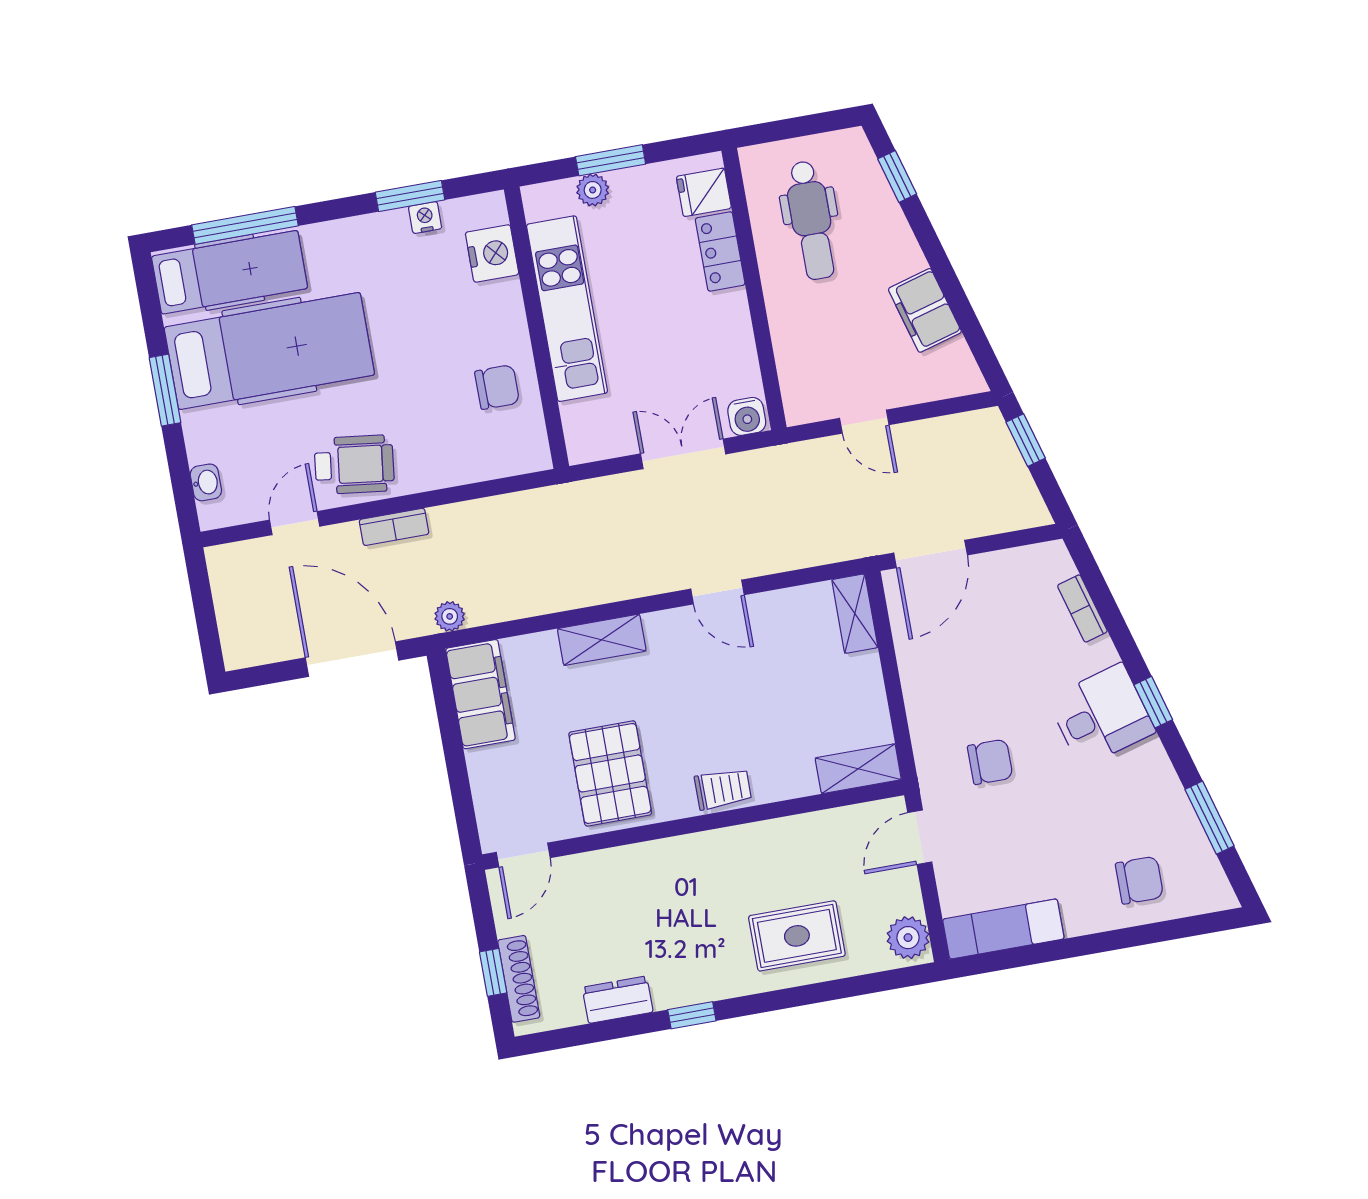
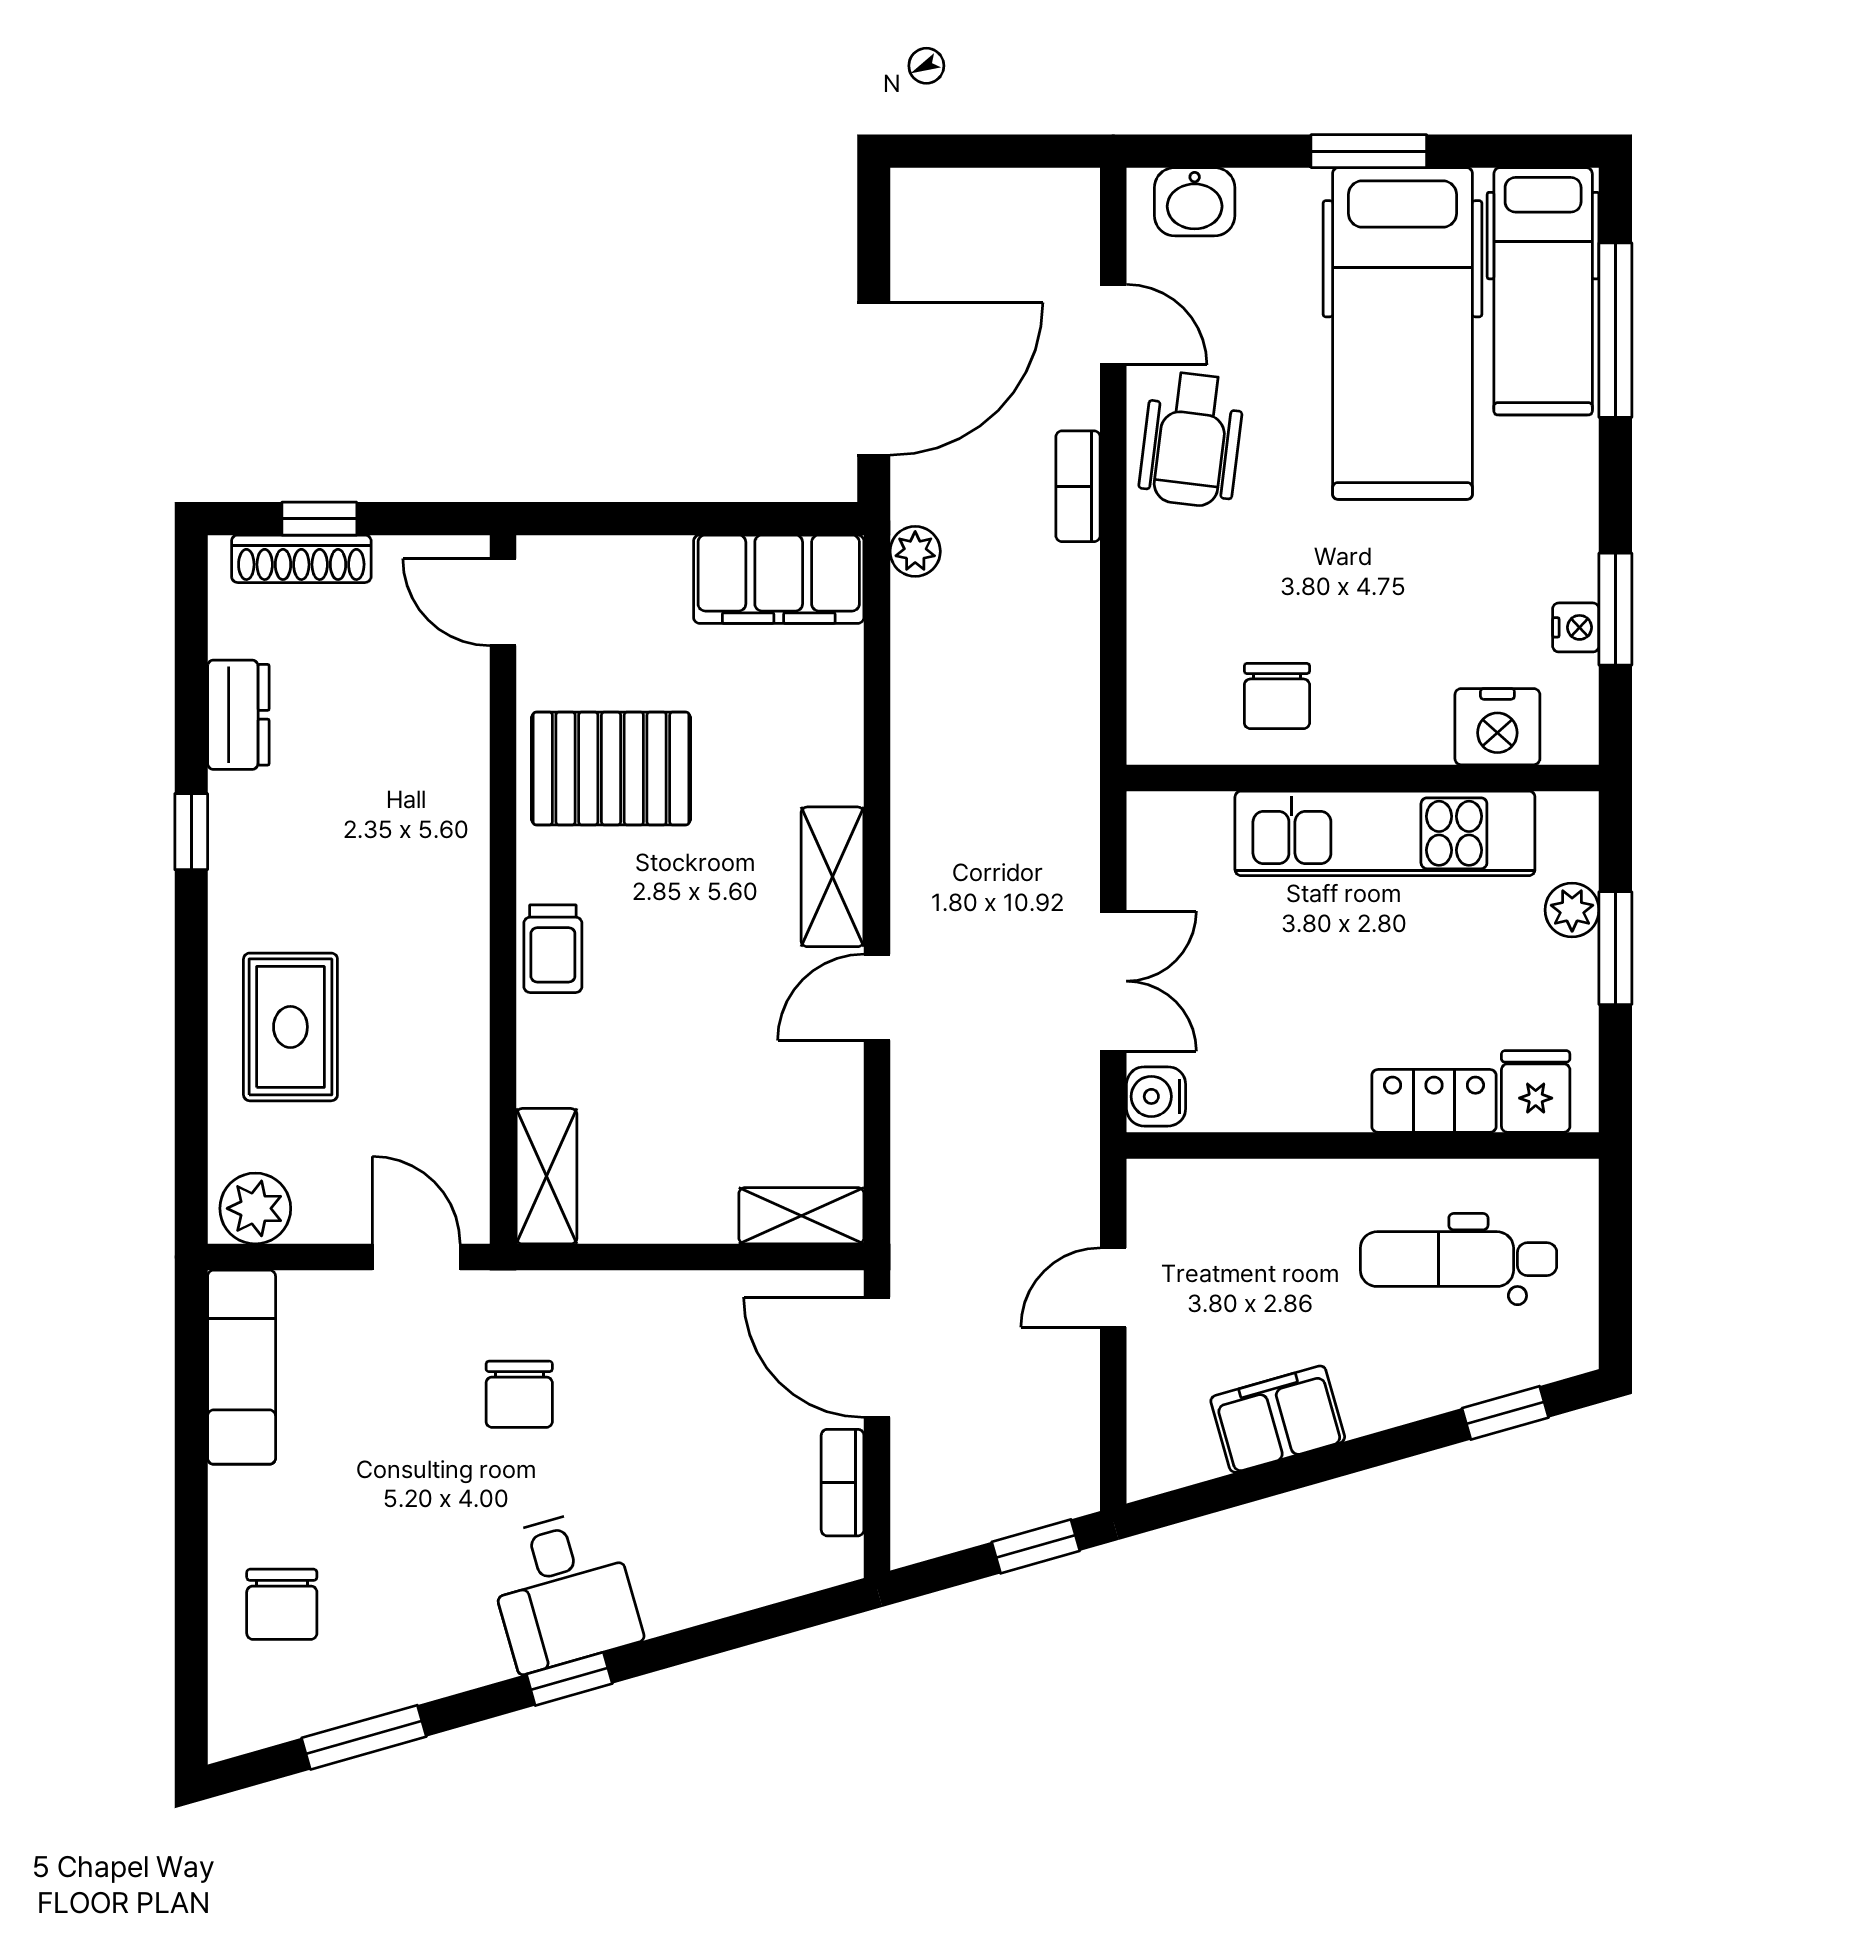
washbasin: (206, 482) -> (1195, 202), width x1.38, depth x1.45
bookcase: (1082, 608) -> (843, 1483), moved, turned -74
shelving: (602, 640) -> (832, 877), moved

